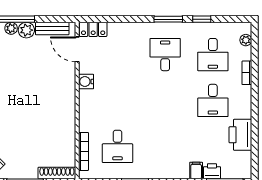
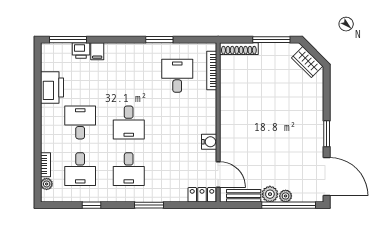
window: (168, 19) -> (149, 205), moved
desk: (213, 55) -> (80, 169), turned 180
bookcase: (247, 73) -> (45, 165), moved
desk: (165, 100) -> (129, 122), added

